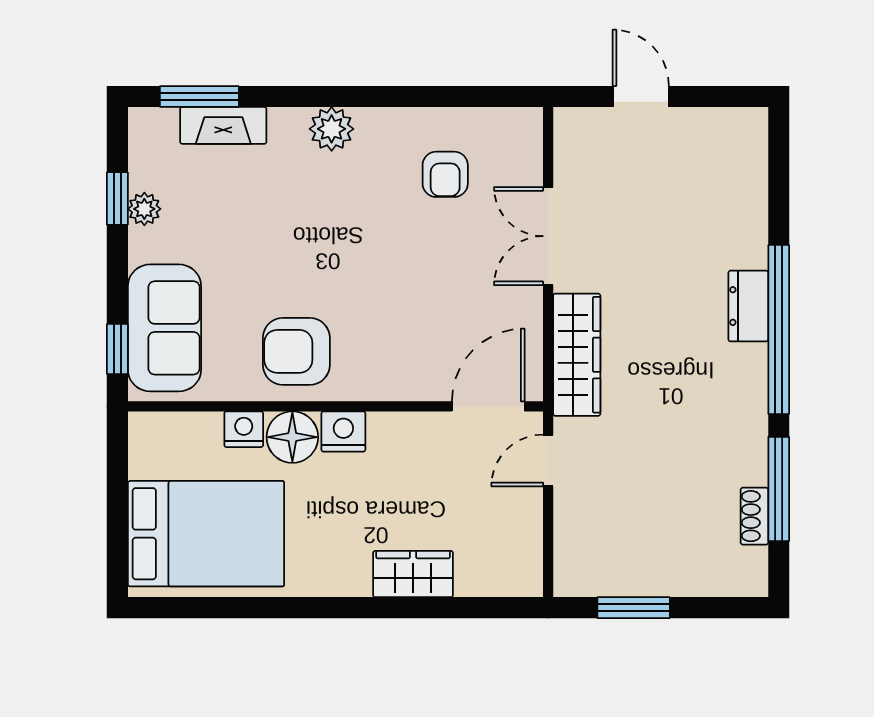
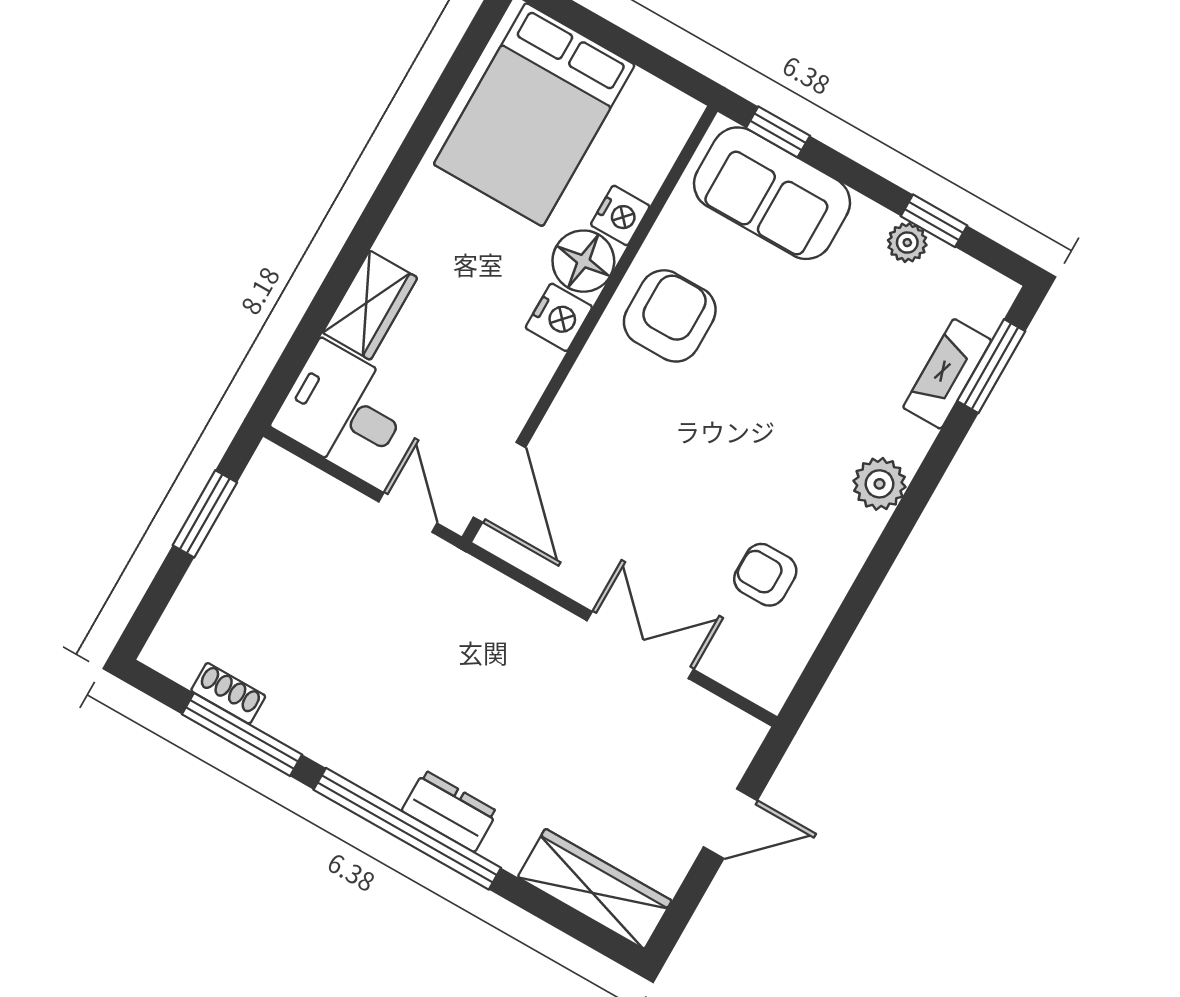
wardrobe: (577, 355) -> (595, 889), moved, turned 180
desk: (500, 550) -> (343, 409), added

